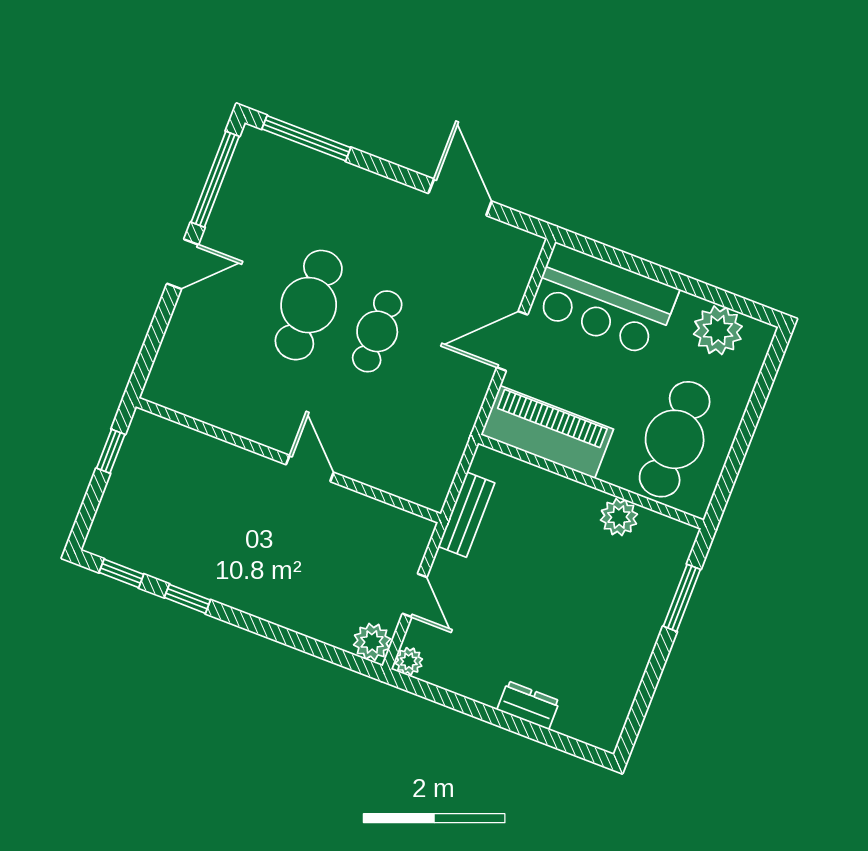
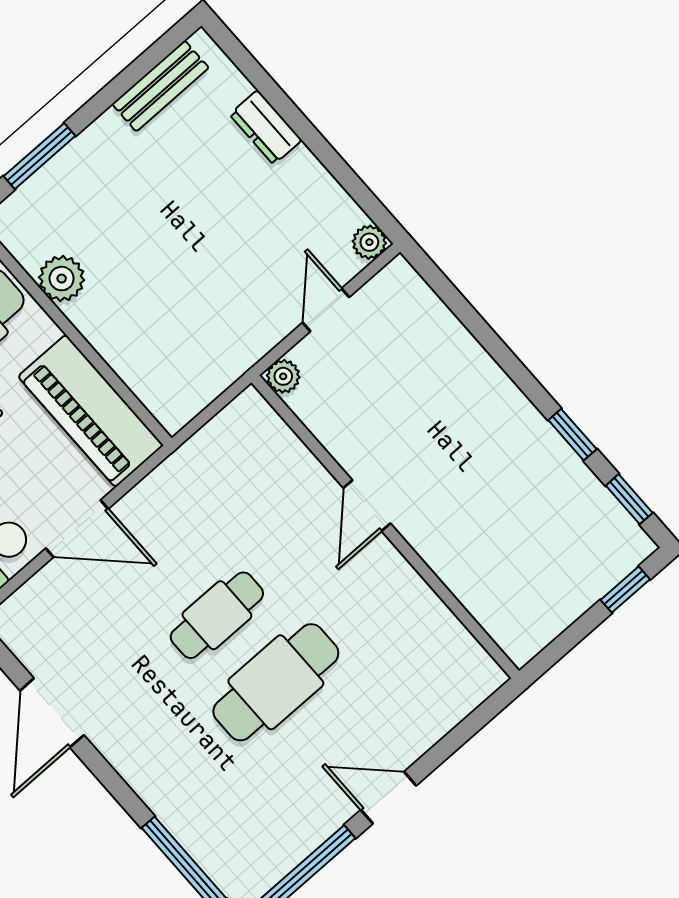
window: (111, 451) -> (625, 590), moved
bench: (466, 515) -> (160, 86), moved
plant: (372, 642) -> (283, 376), moved, width x0.73, depth x0.73

